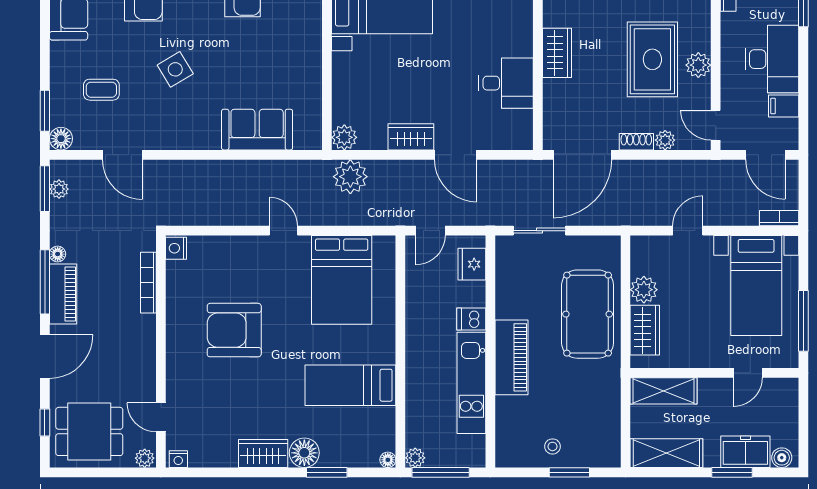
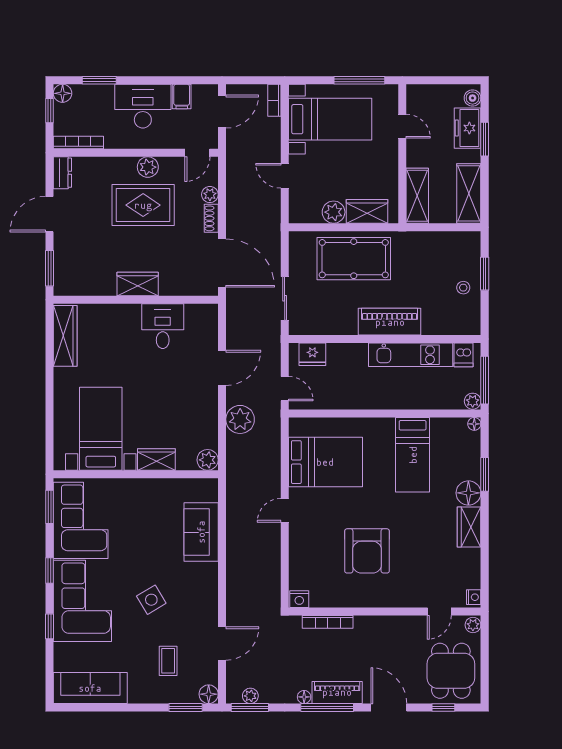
wardrobe: (411, 137) -> (156, 459), moved, turned 90
plant: (350, 177) -> (240, 419), moved
dishwasher: (471, 319) -> (464, 355), moved

